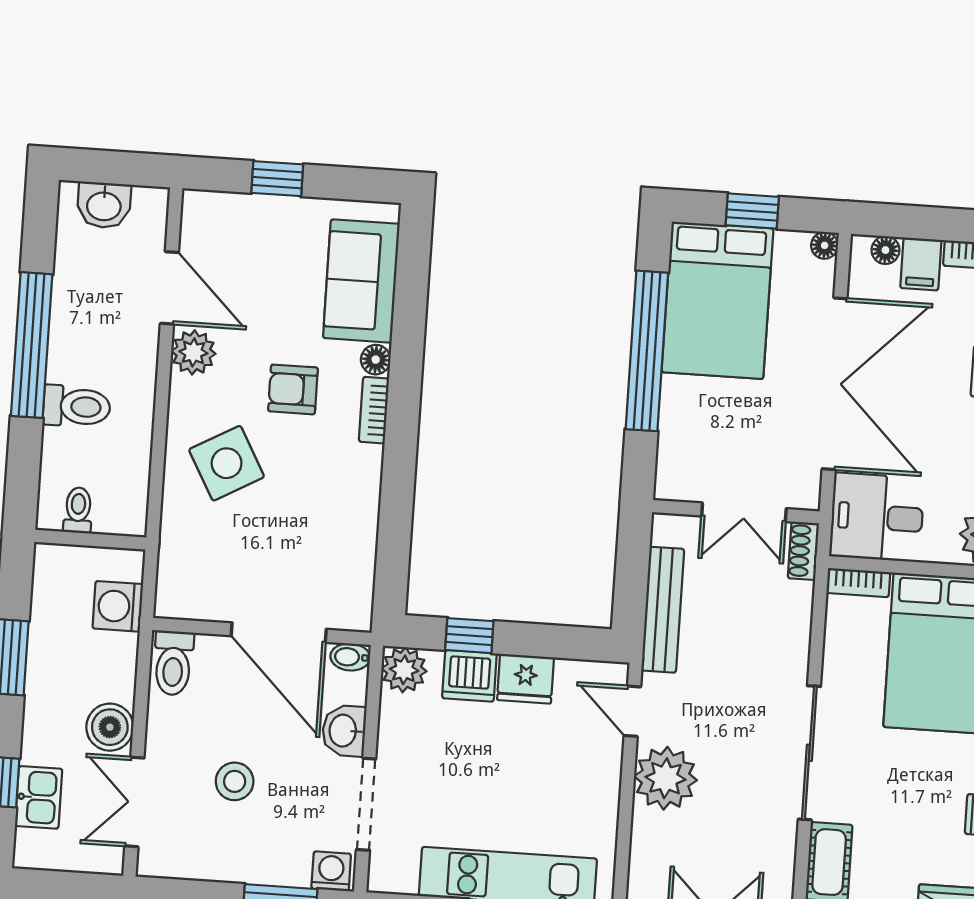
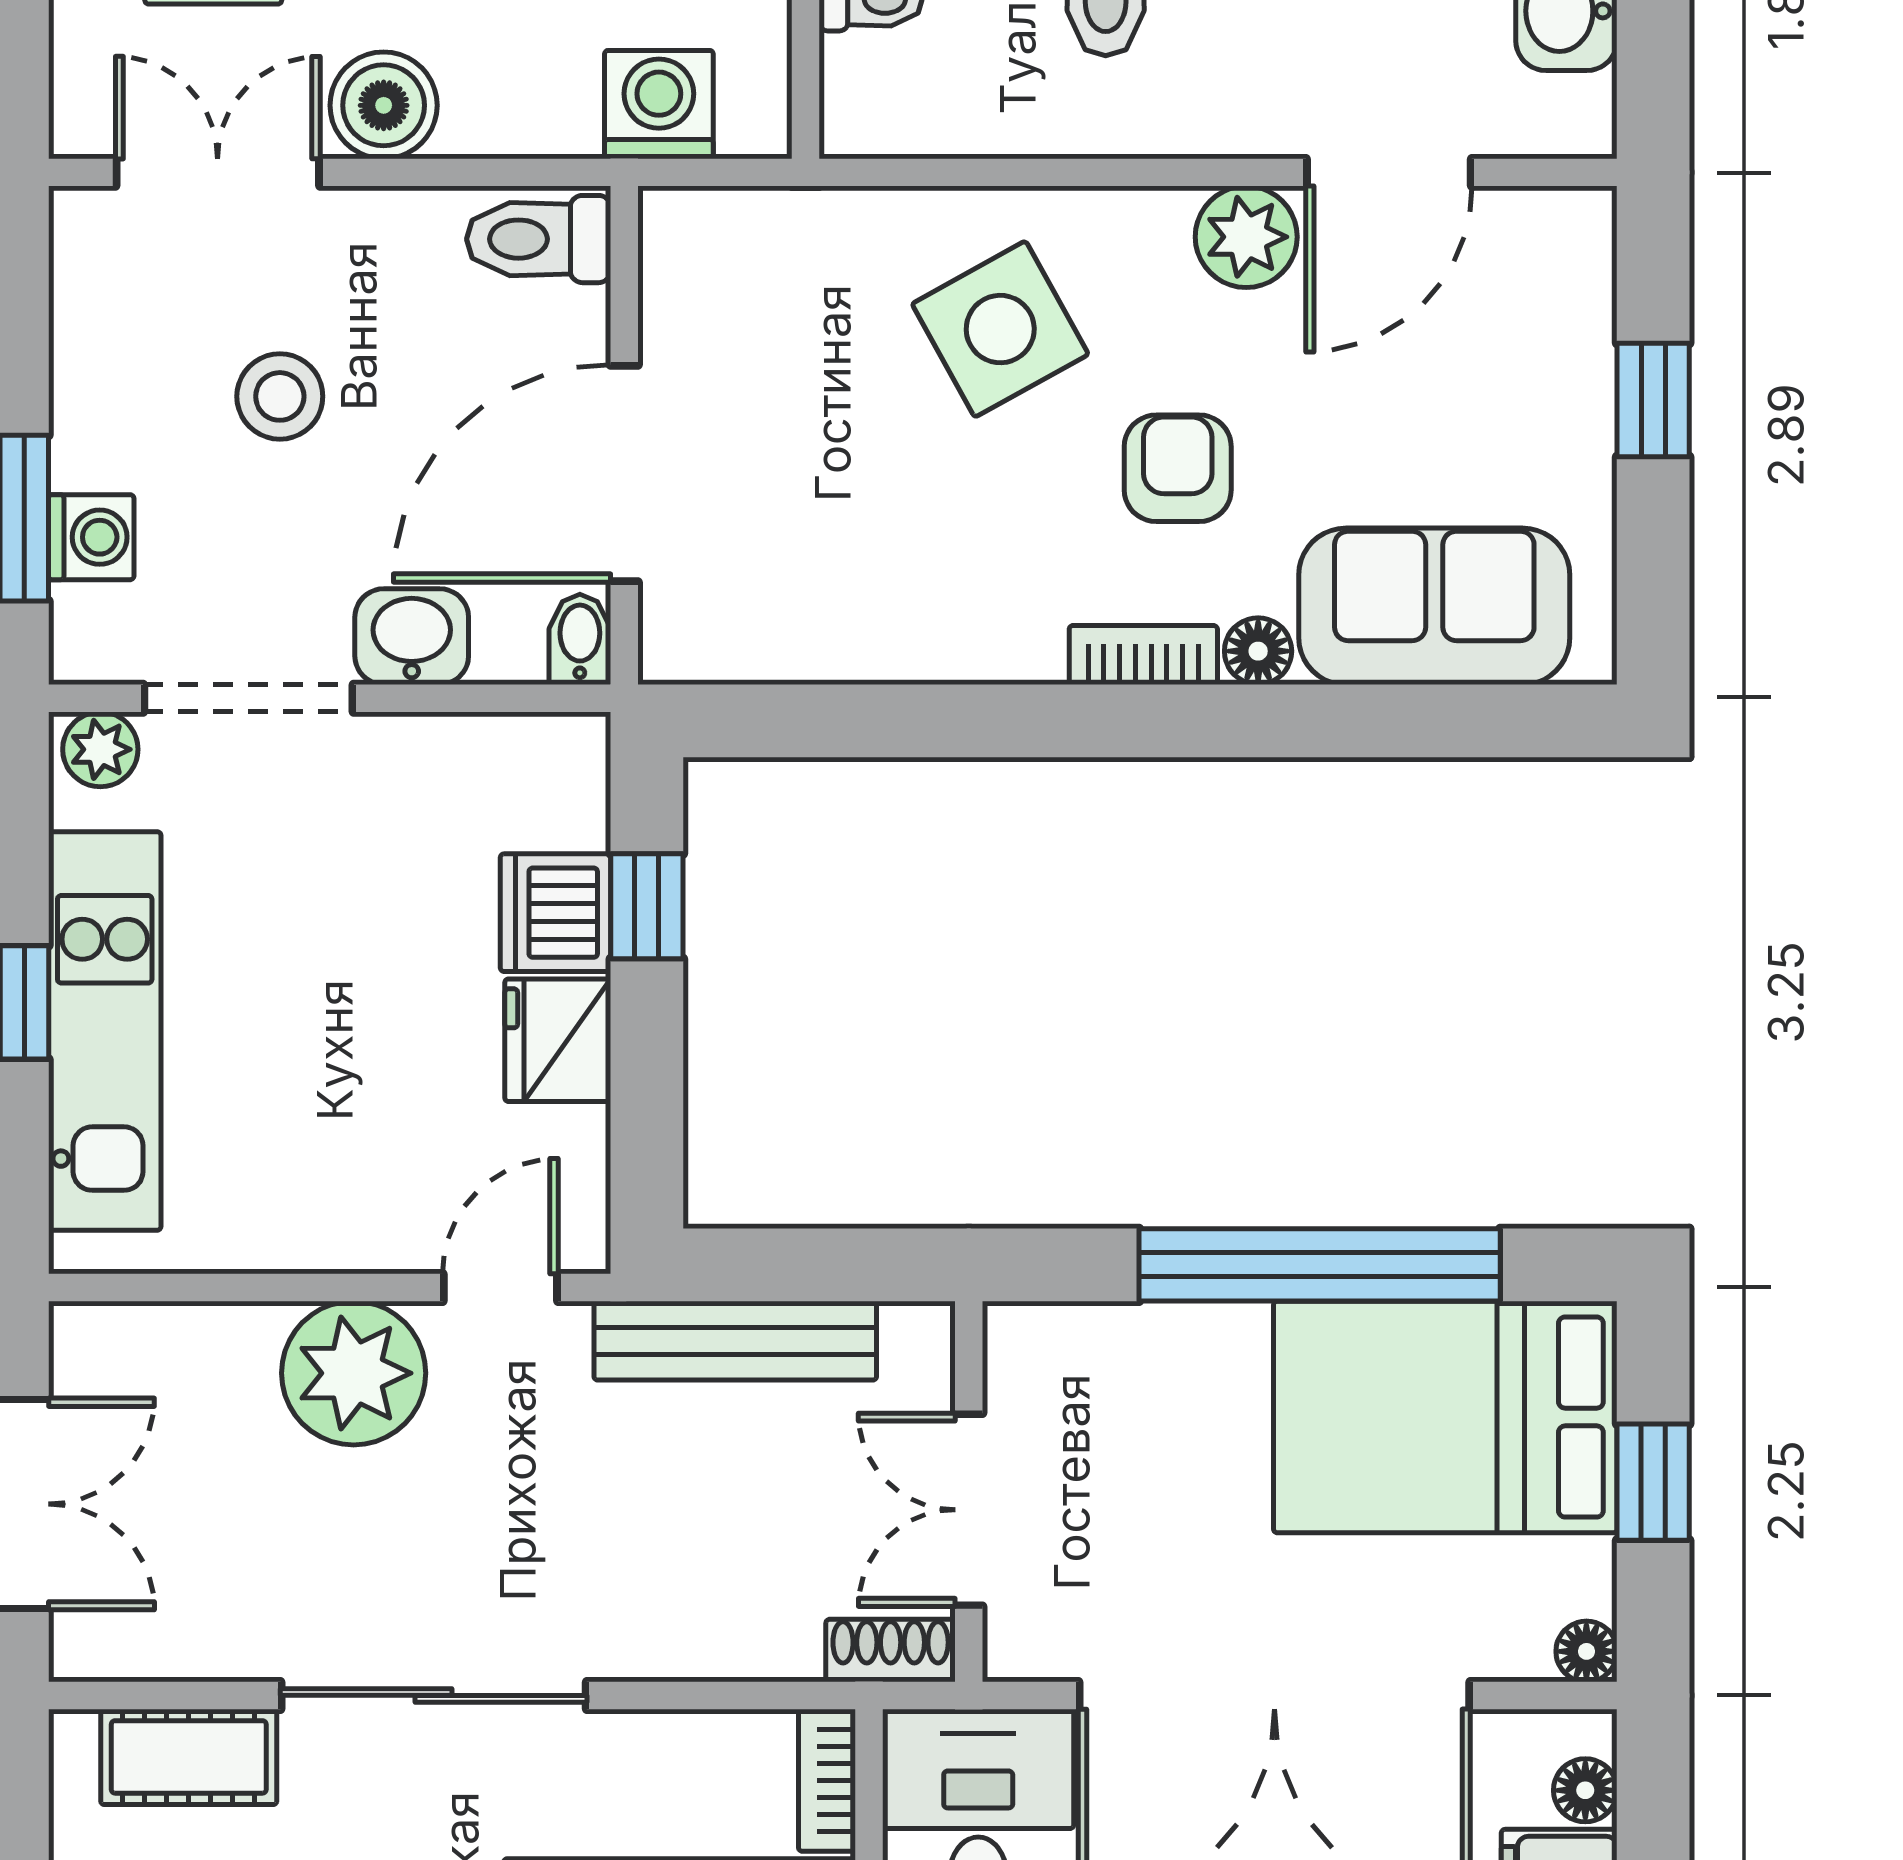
plant: (404, 670) -> (100, 749), moved, width x0.73, depth x0.73
washing machine: (331, 871) -> (91, 537), moved

